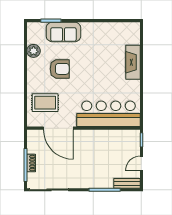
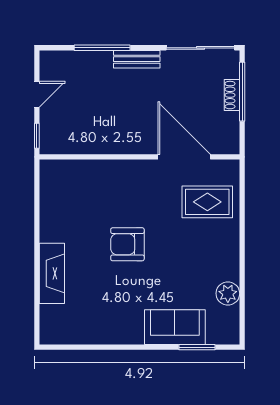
armchair: (60, 69) -> (127, 244), moved
bar counter: (108, 114) -> (95, 182), removed
bench: (127, 183) -> (137, 59), moved

